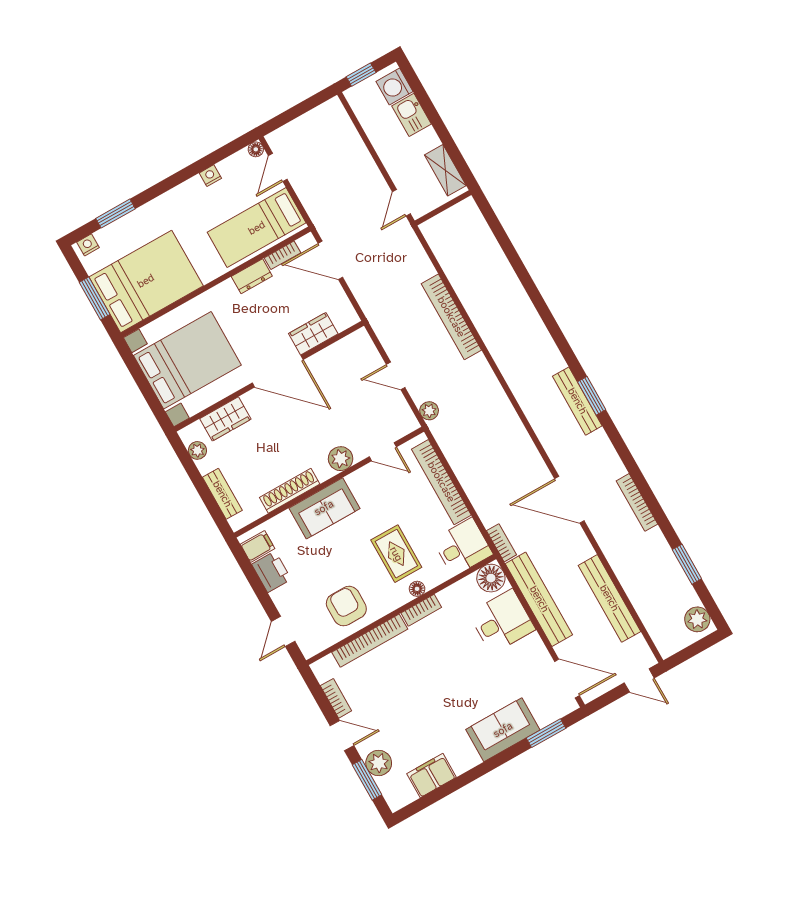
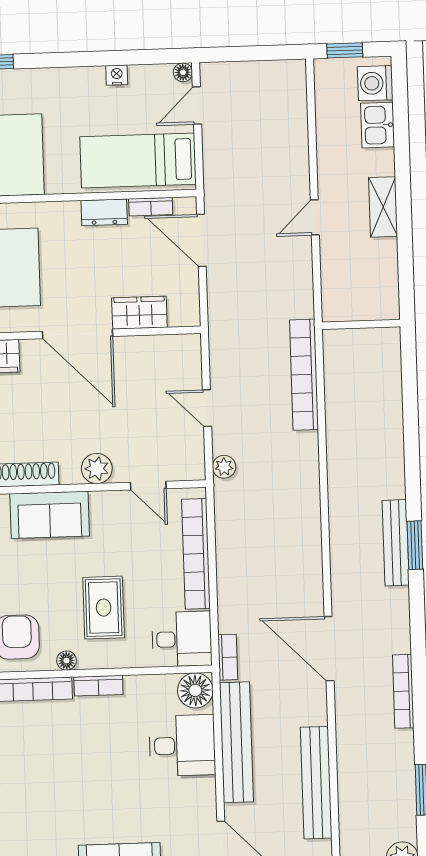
wall: (443, 208) -> (361, 324), moved
floor lamp: (417, 589) -> (66, 661), moved

